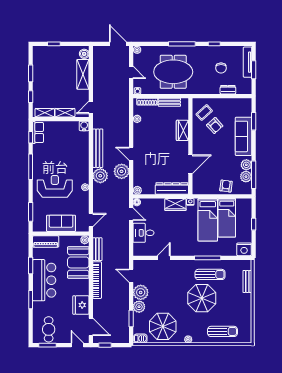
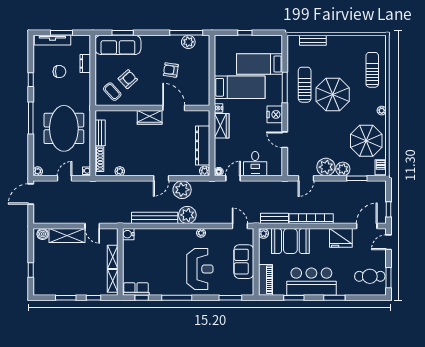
door: (91, 107) -> (92, 226), moved
wardrobe: (182, 130) -> (150, 117), moved
sofa: (243, 136) -> (118, 45), moved
plant: (246, 165) -> (174, 42), removed
reception desk: (55, 186) -> (200, 269), turned 180
armchair: (226, 186) -> (171, 70), moved
dresser: (172, 189) -> (203, 145), moved
bed: (227, 218) -> (259, 64), moved, turned 180
nightstand: (244, 249) -> (275, 114), moved

